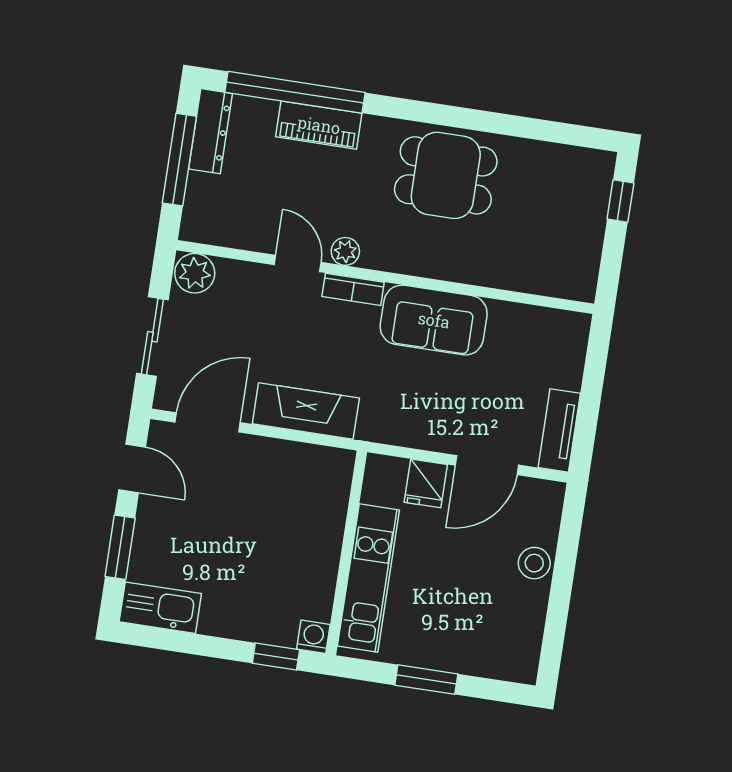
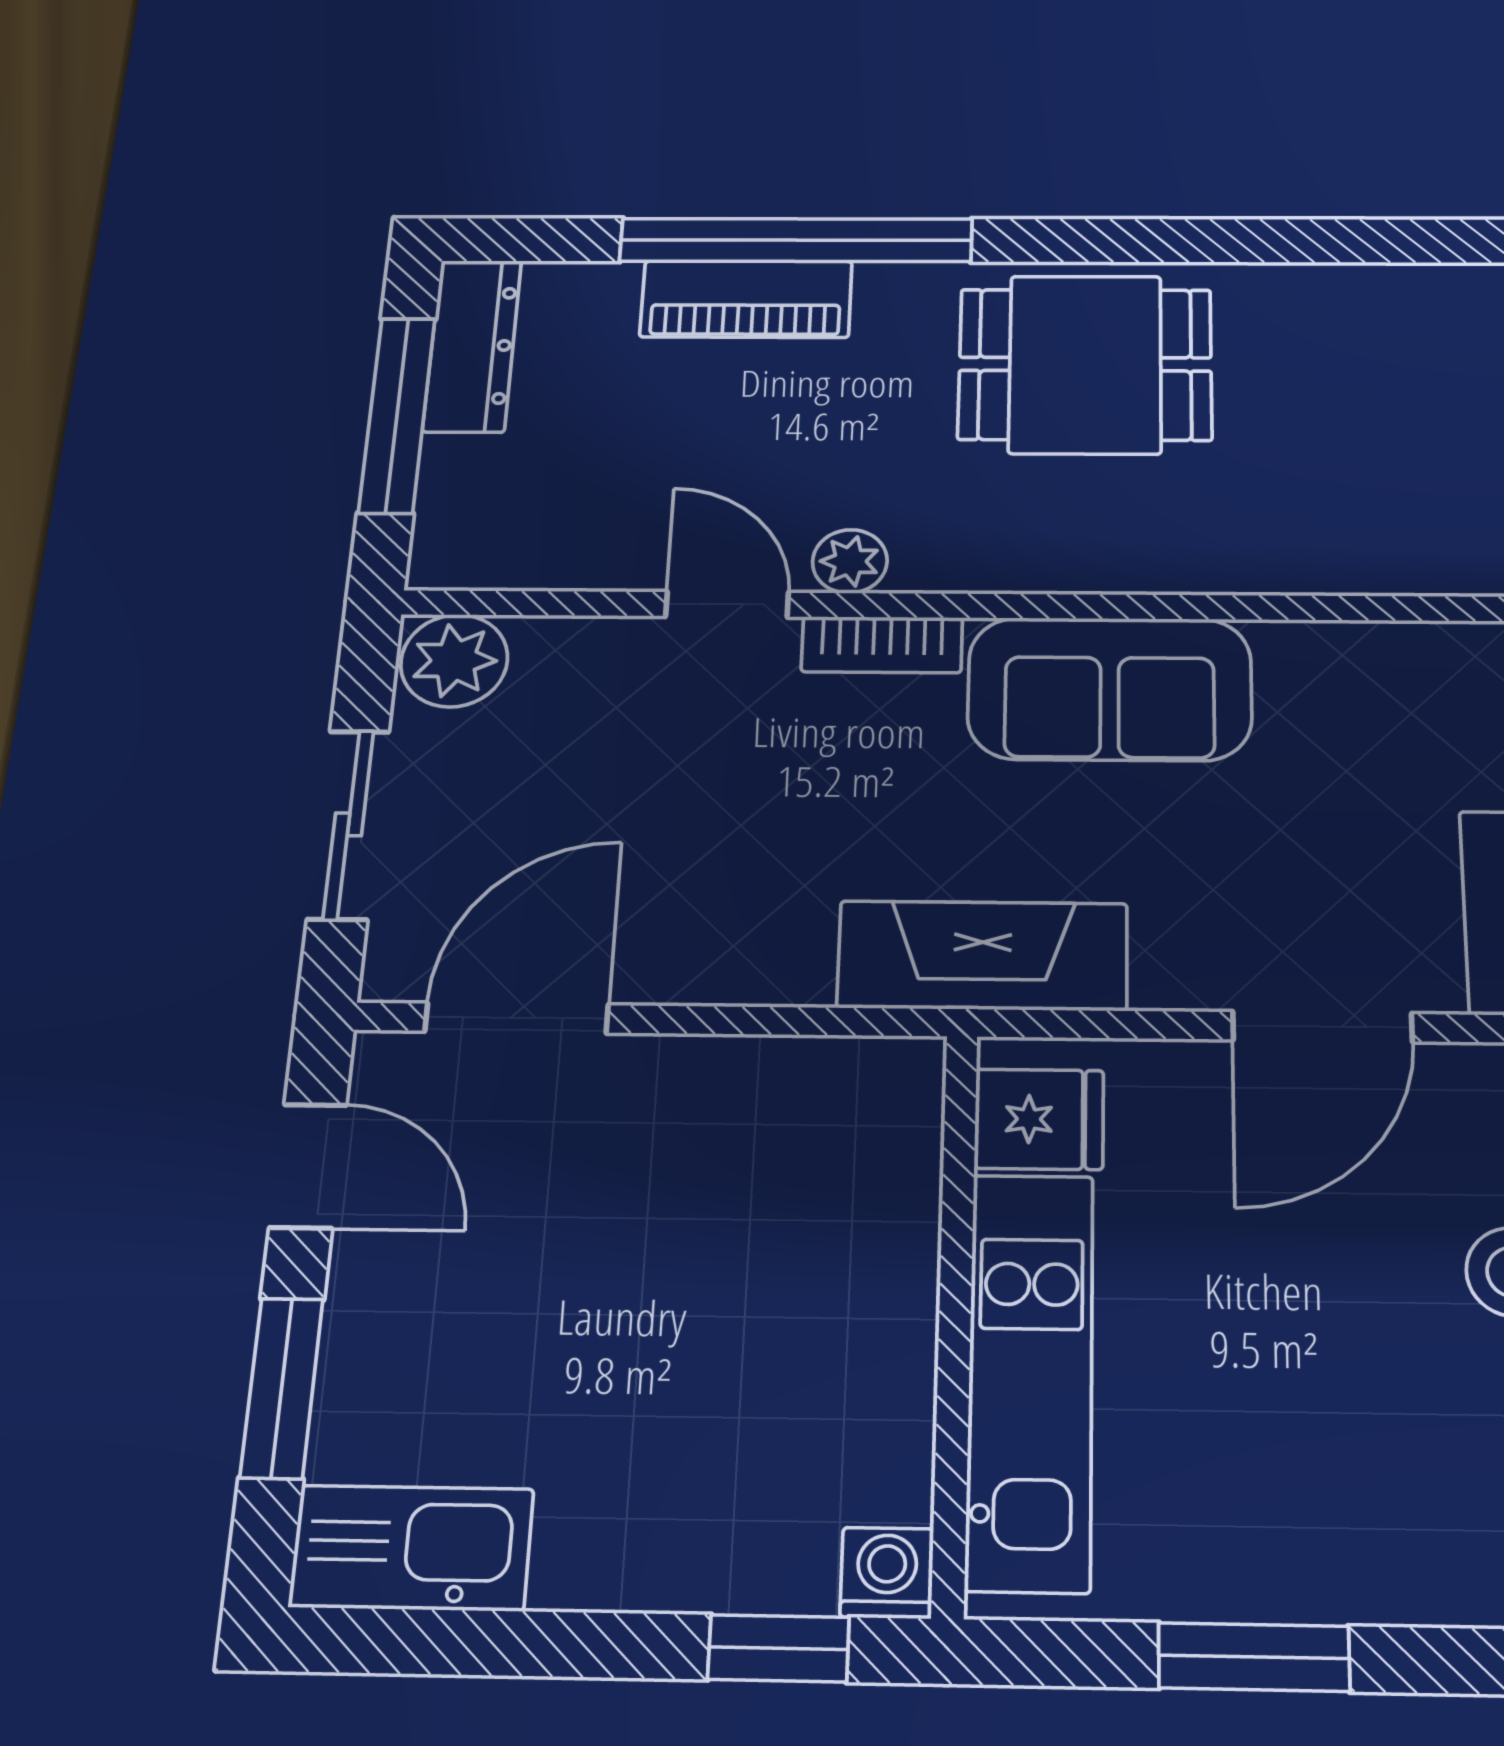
window: (295, 92) -> (796, 240), moved
fireplace: (306, 411) -> (983, 956), moved
fridge: (426, 483) -> (1039, 1119), moved, turned -90

